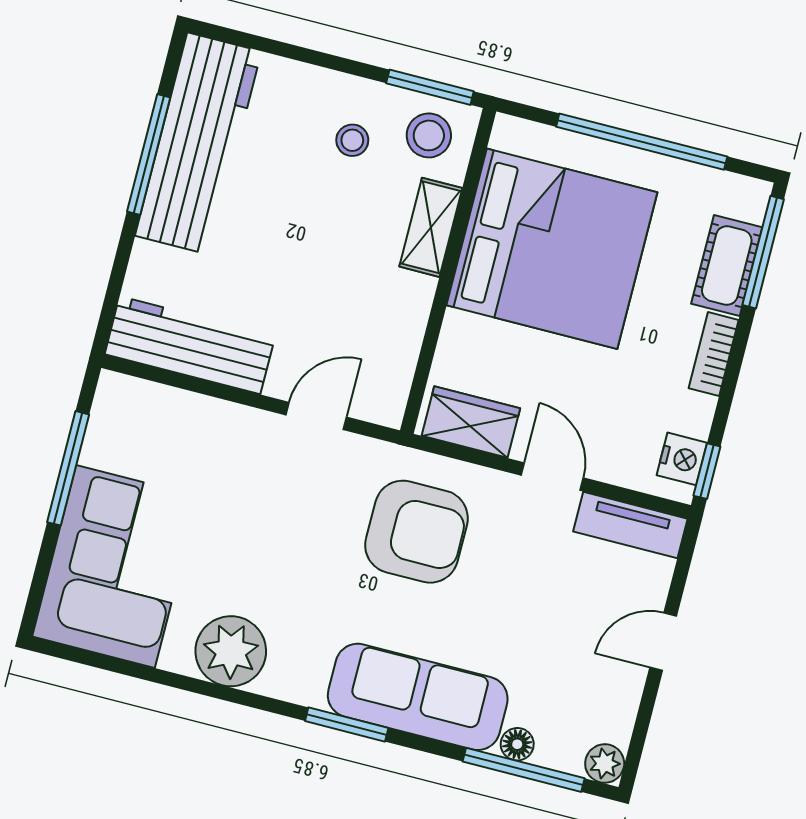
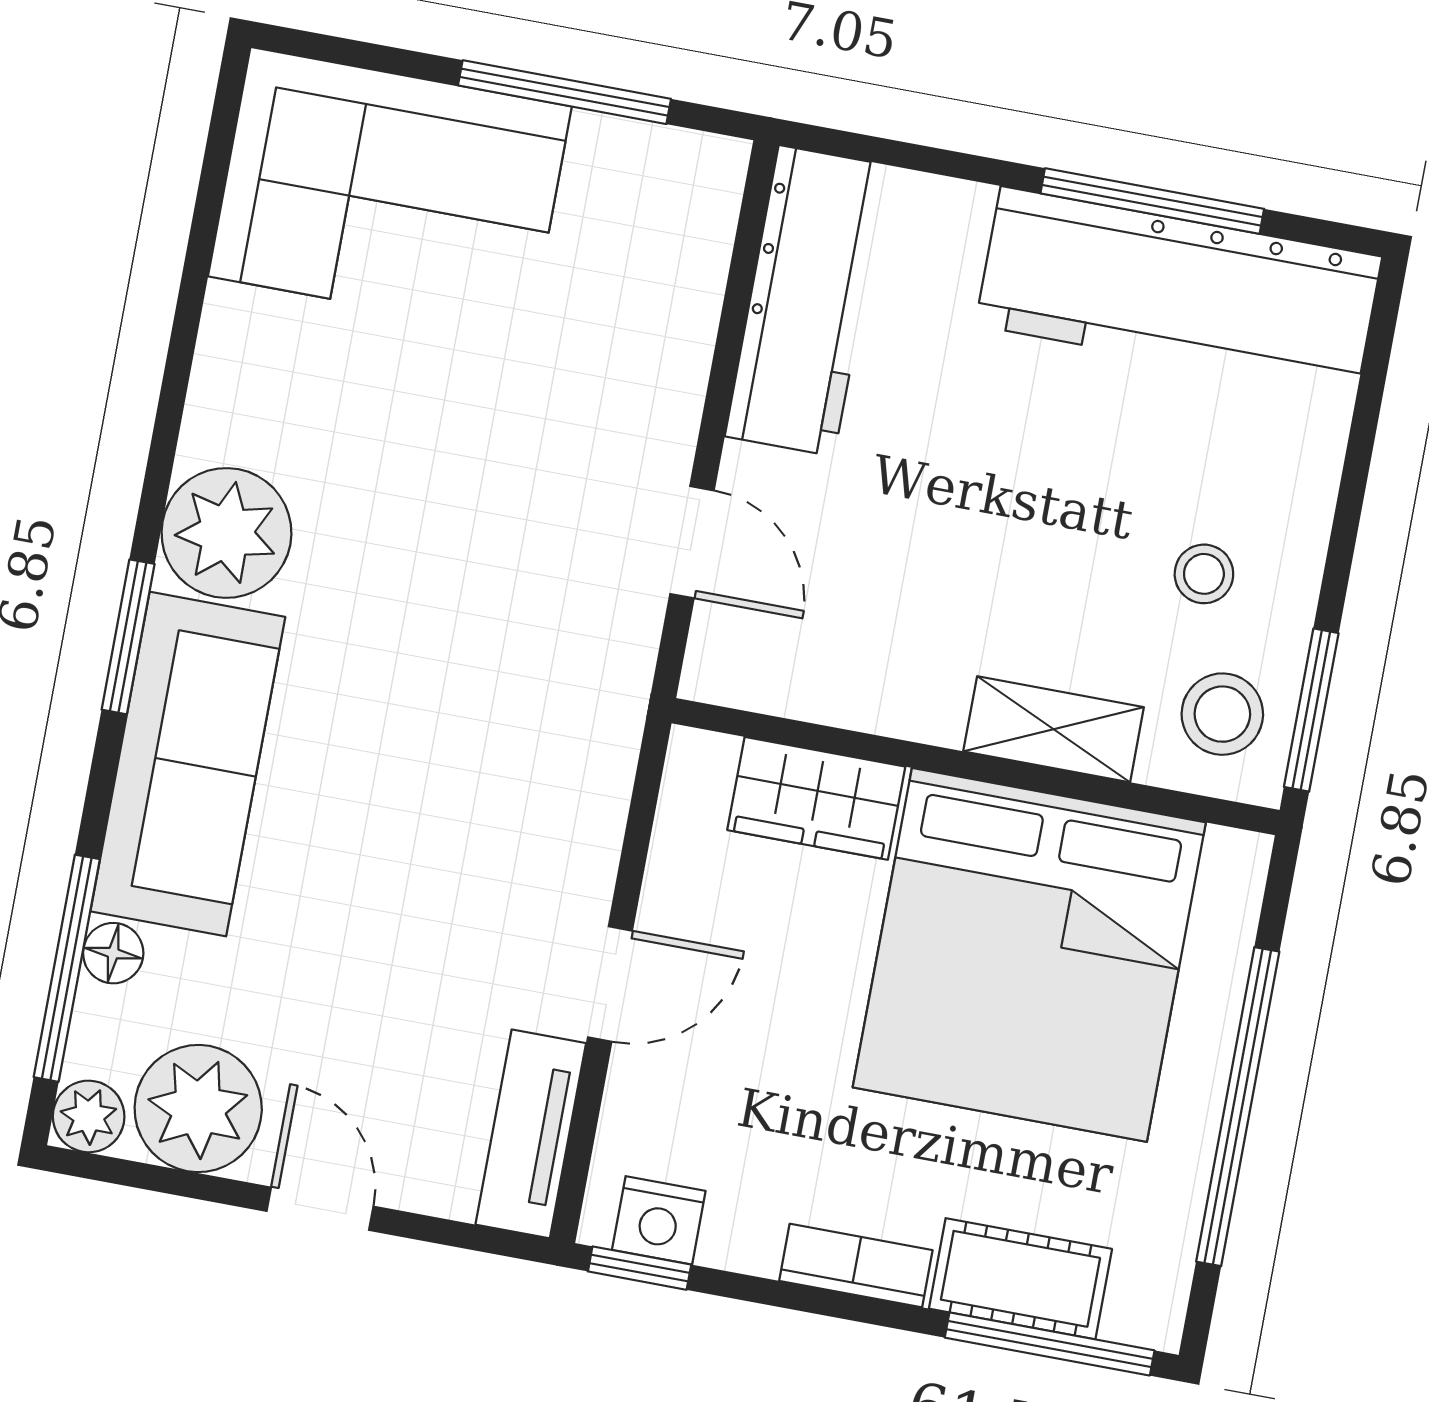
wardrobe: (471, 422) -> (816, 798), moved, turned 90
armchair: (416, 532) -> (492, 741), removed
plant: (231, 651) -> (226, 533), moved
plant: (604, 704) -> (198, 1109), added

